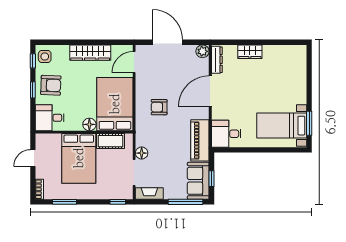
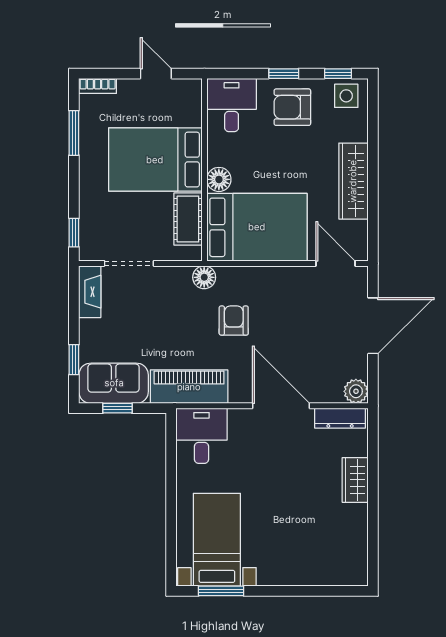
armchair: (51, 85) -> (292, 107), turned 88
armchair: (159, 107) -> (234, 321), moved
floor lamp: (142, 153) -> (204, 277), moved
window: (186, 202) -> (74, 360), width x0.46

